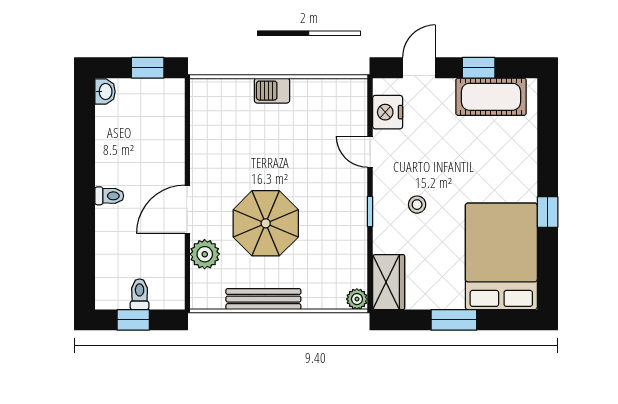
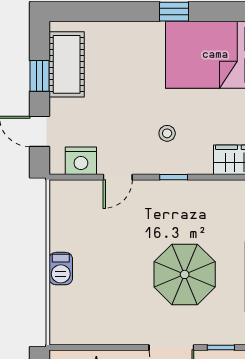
plant: (205, 254) -> (213, 331), removed
window: (187, 262) -> (221, 347), added

